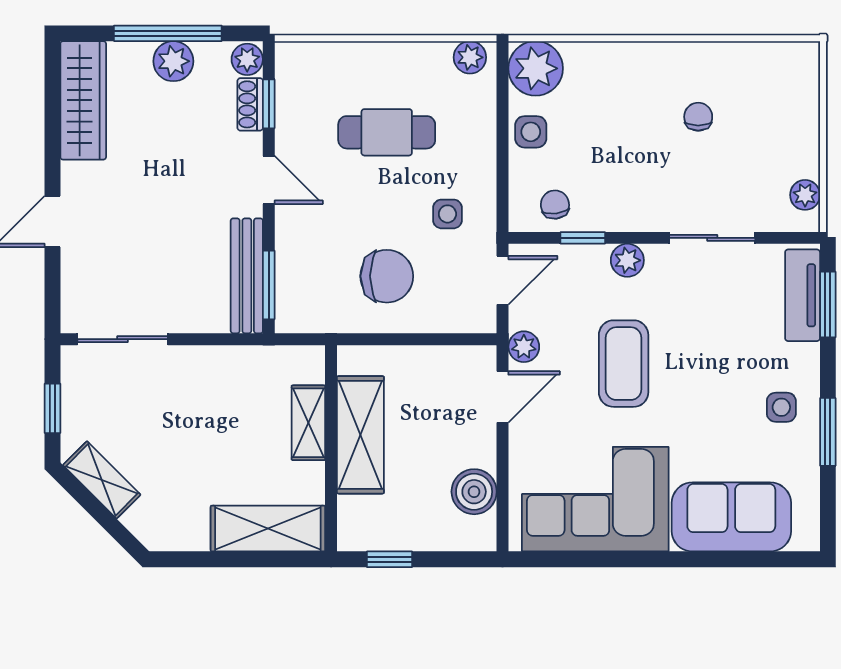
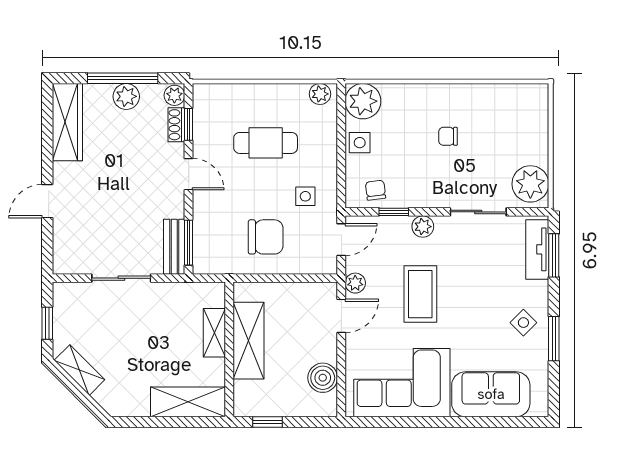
chair: (698, 117) -> (448, 136), moved, turned -90
plant: (805, 195) -> (530, 184), width x1.88, depth x1.88
bench: (247, 276) -> (174, 247), width x0.73
sliding door: (123, 339) -> (121, 278), moved
side table: (781, 407) -> (523, 323), turned 45

